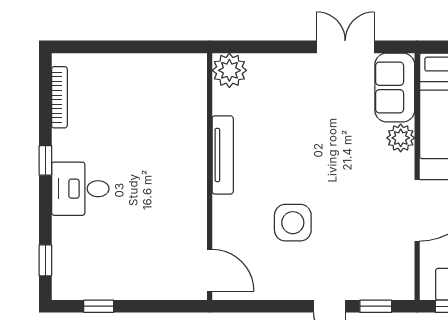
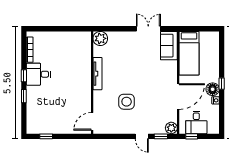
plant: (401, 138) -> (171, 128), moved
desk: (80, 189) -> (38, 74), moved
window: (45, 260) -> (24, 96), moved
door: (210, 270) -> (92, 121), swing flipped

